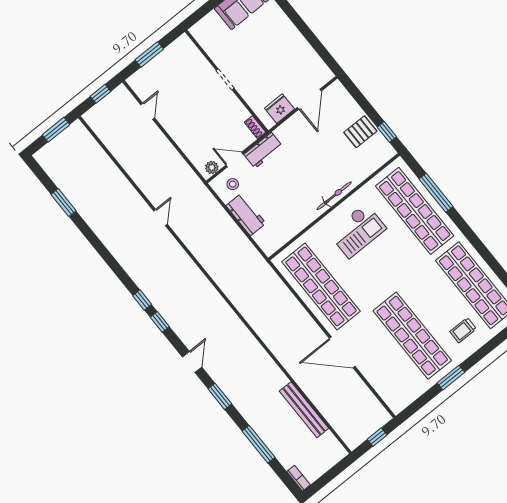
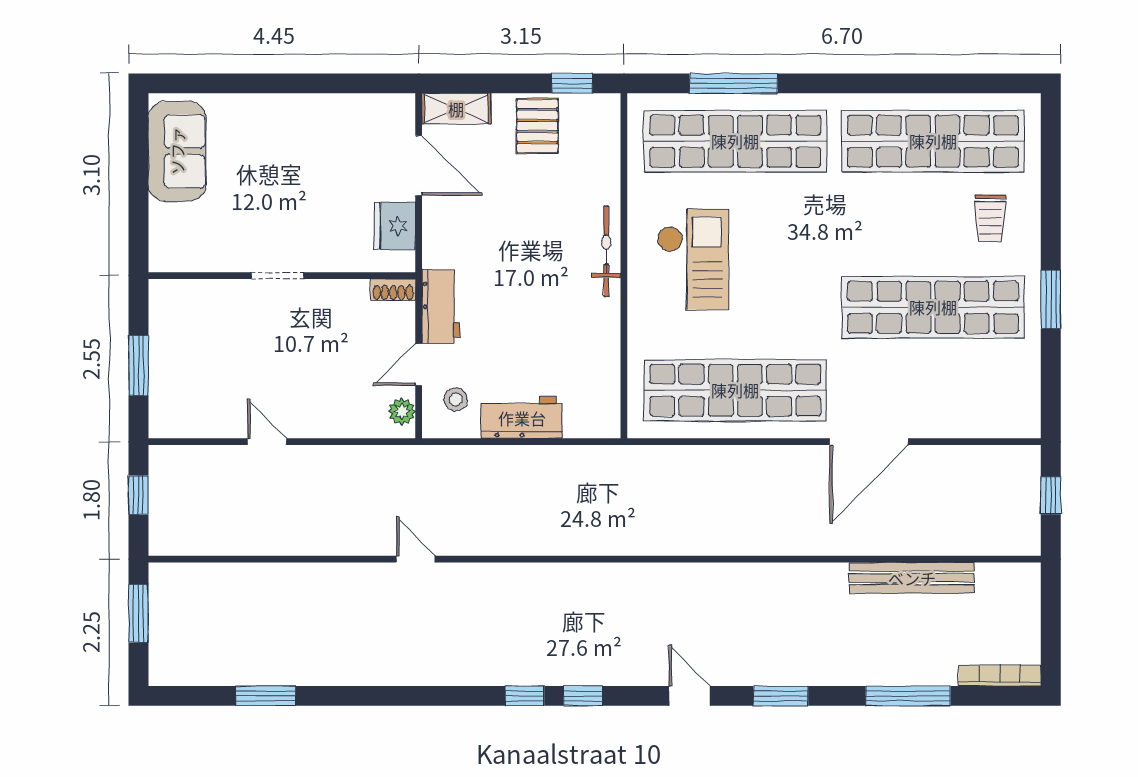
shelving: (342, 96) -> (456, 109), added
door: (148, 111) -> (267, 442), moved
bookcase: (298, 478) -> (1000, 676), width x1.56

